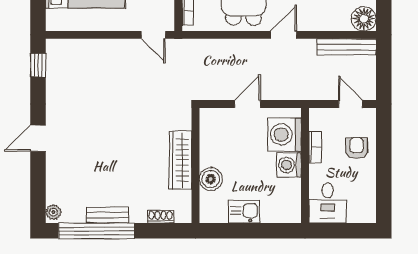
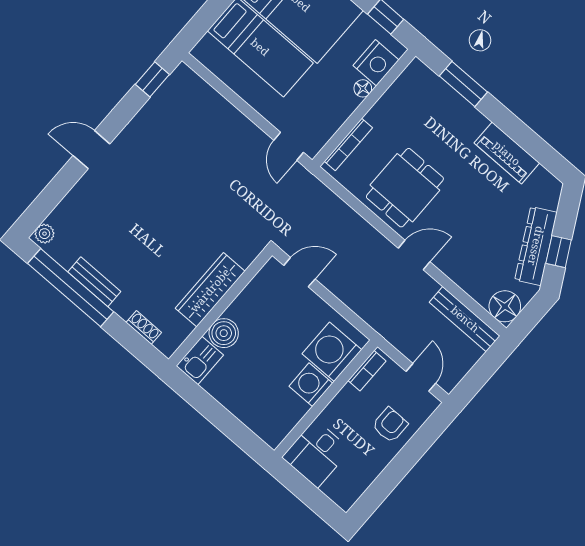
door: (247, 104) -> (299, 272), moved
bookcase: (315, 147) -> (367, 371), moved
kitchen sink: (244, 212) -> (200, 360), moved, turned 90

